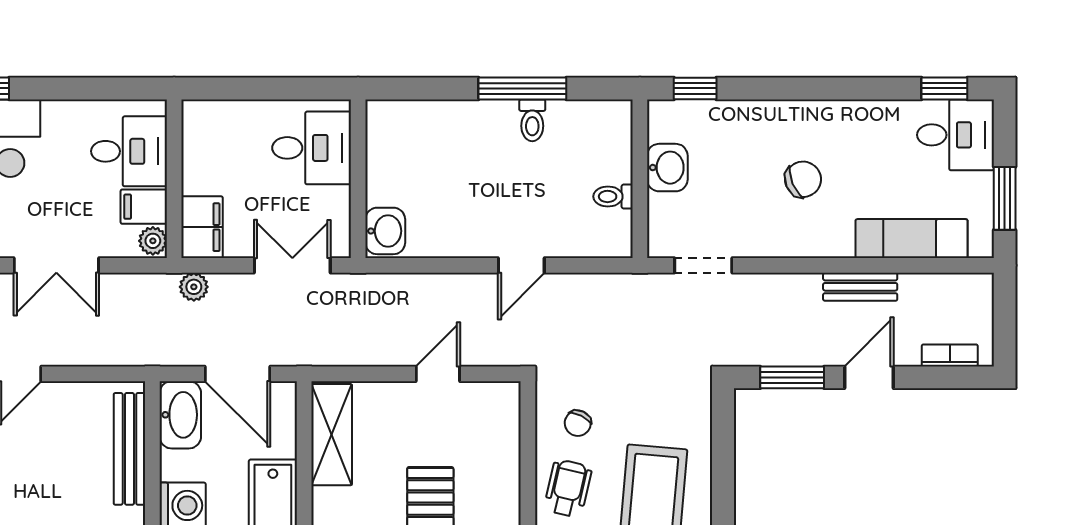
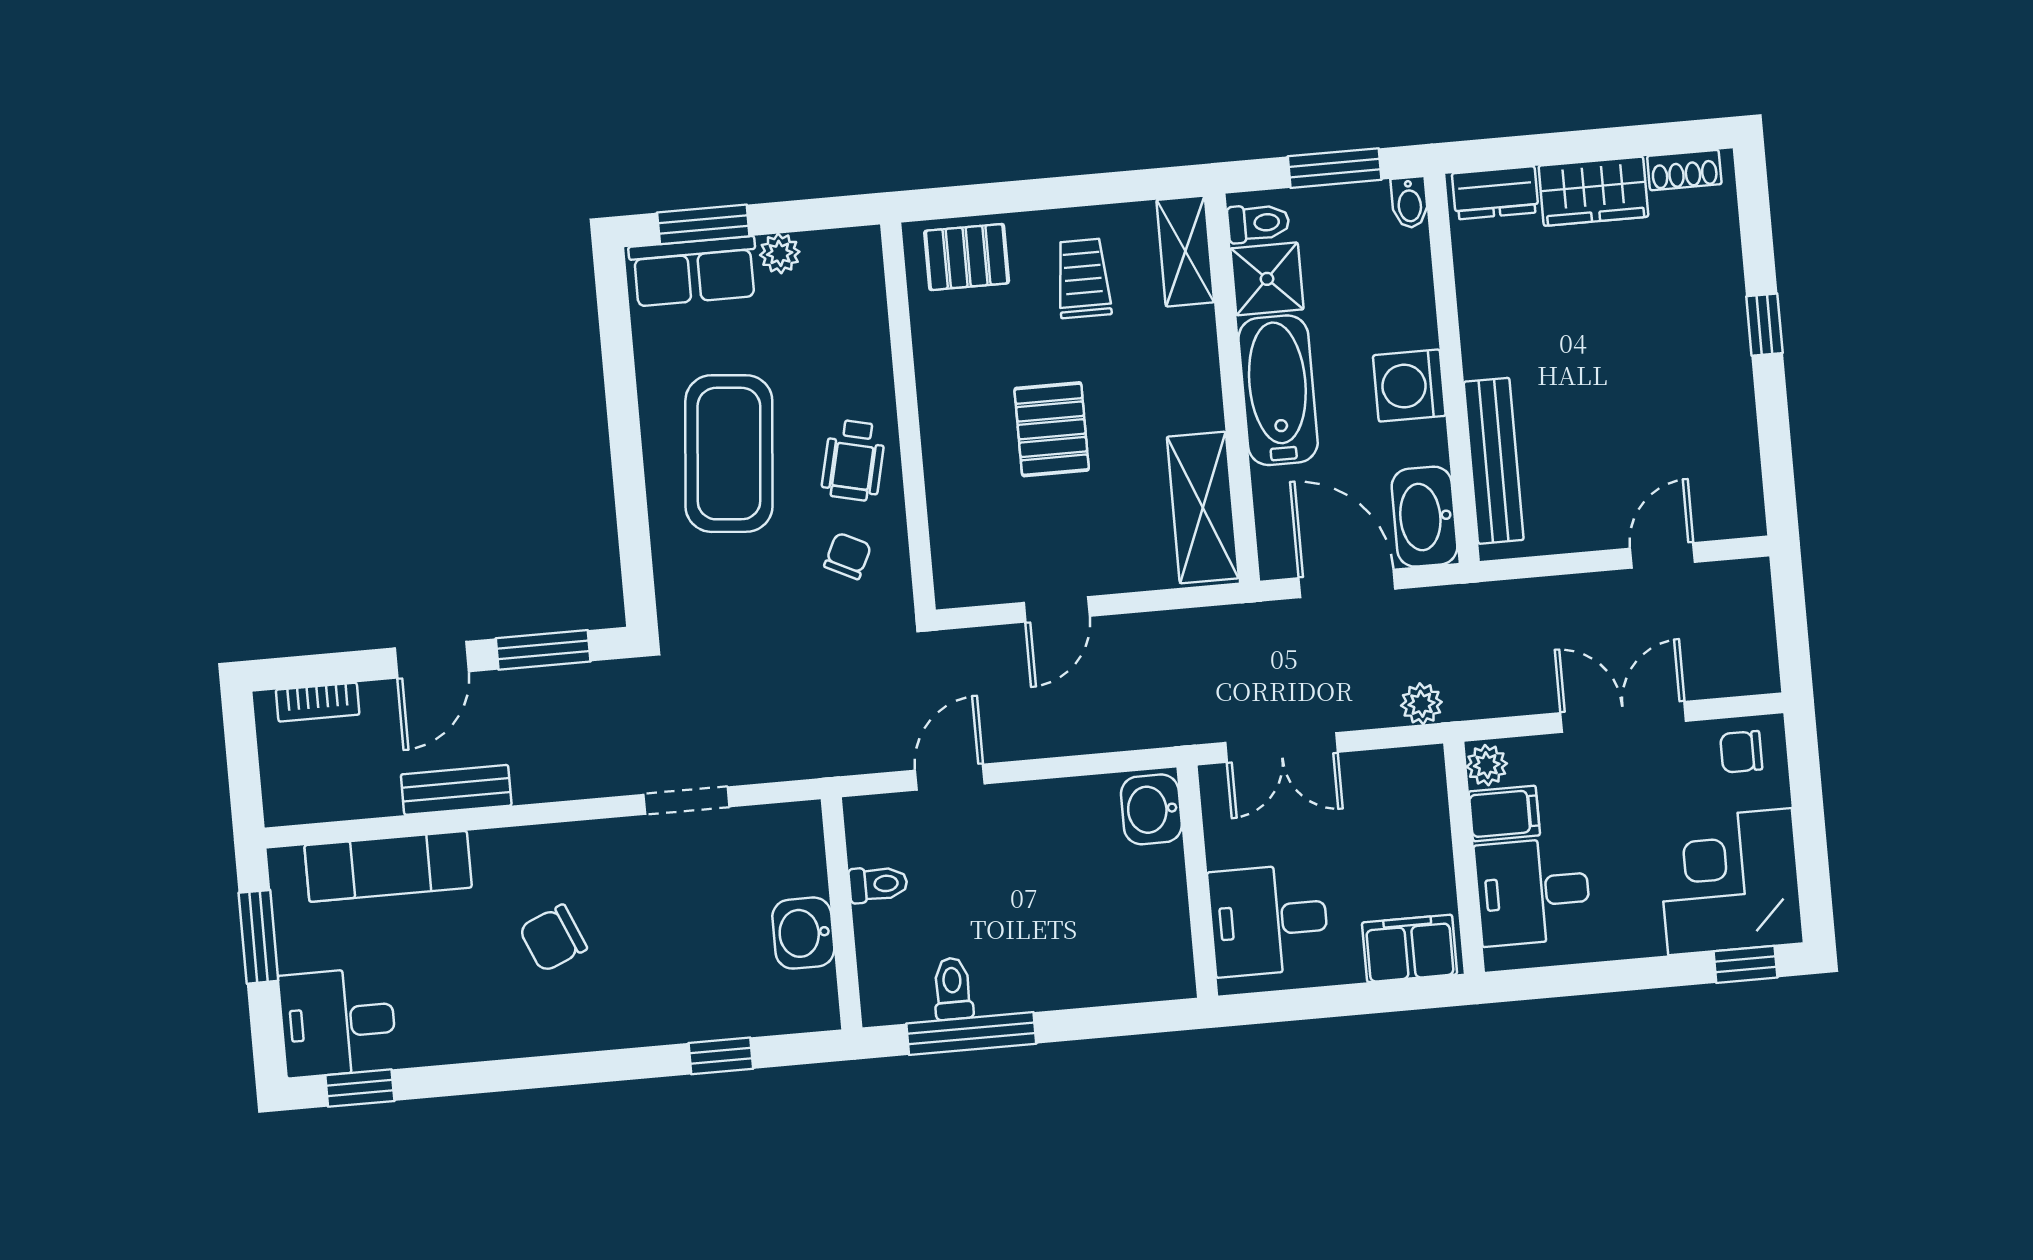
washbasin: (667, 168) -> (803, 933), moved
wall: (640, 179) -> (842, 913), moved
toilet: (613, 196) -> (878, 884), moved
filing cabinet: (202, 227) -> (1410, 948), moved, turned 90

